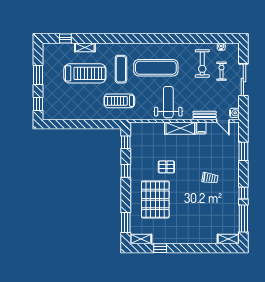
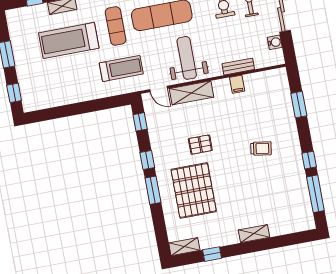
treadmill: (85, 73) -> (69, 41), turned 180
treadmill: (119, 101) -> (121, 68), turned 180
water cooler: (234, 113) -> (275, 42), moved
door: (223, 121) -> (159, 89), moved
shelving: (180, 128) -> (191, 93), moved
window: (126, 222) -> (153, 190), moved
shelving: (228, 239) -> (254, 234), moved

